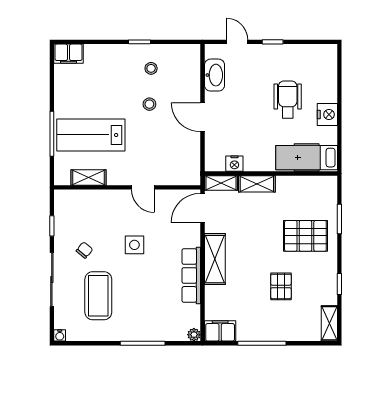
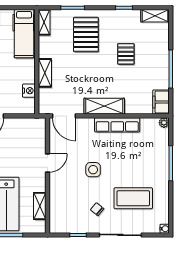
shelving: (221, 183) -> (44, 22), moved
pallet: (281, 286) -> (126, 54), turned 90

